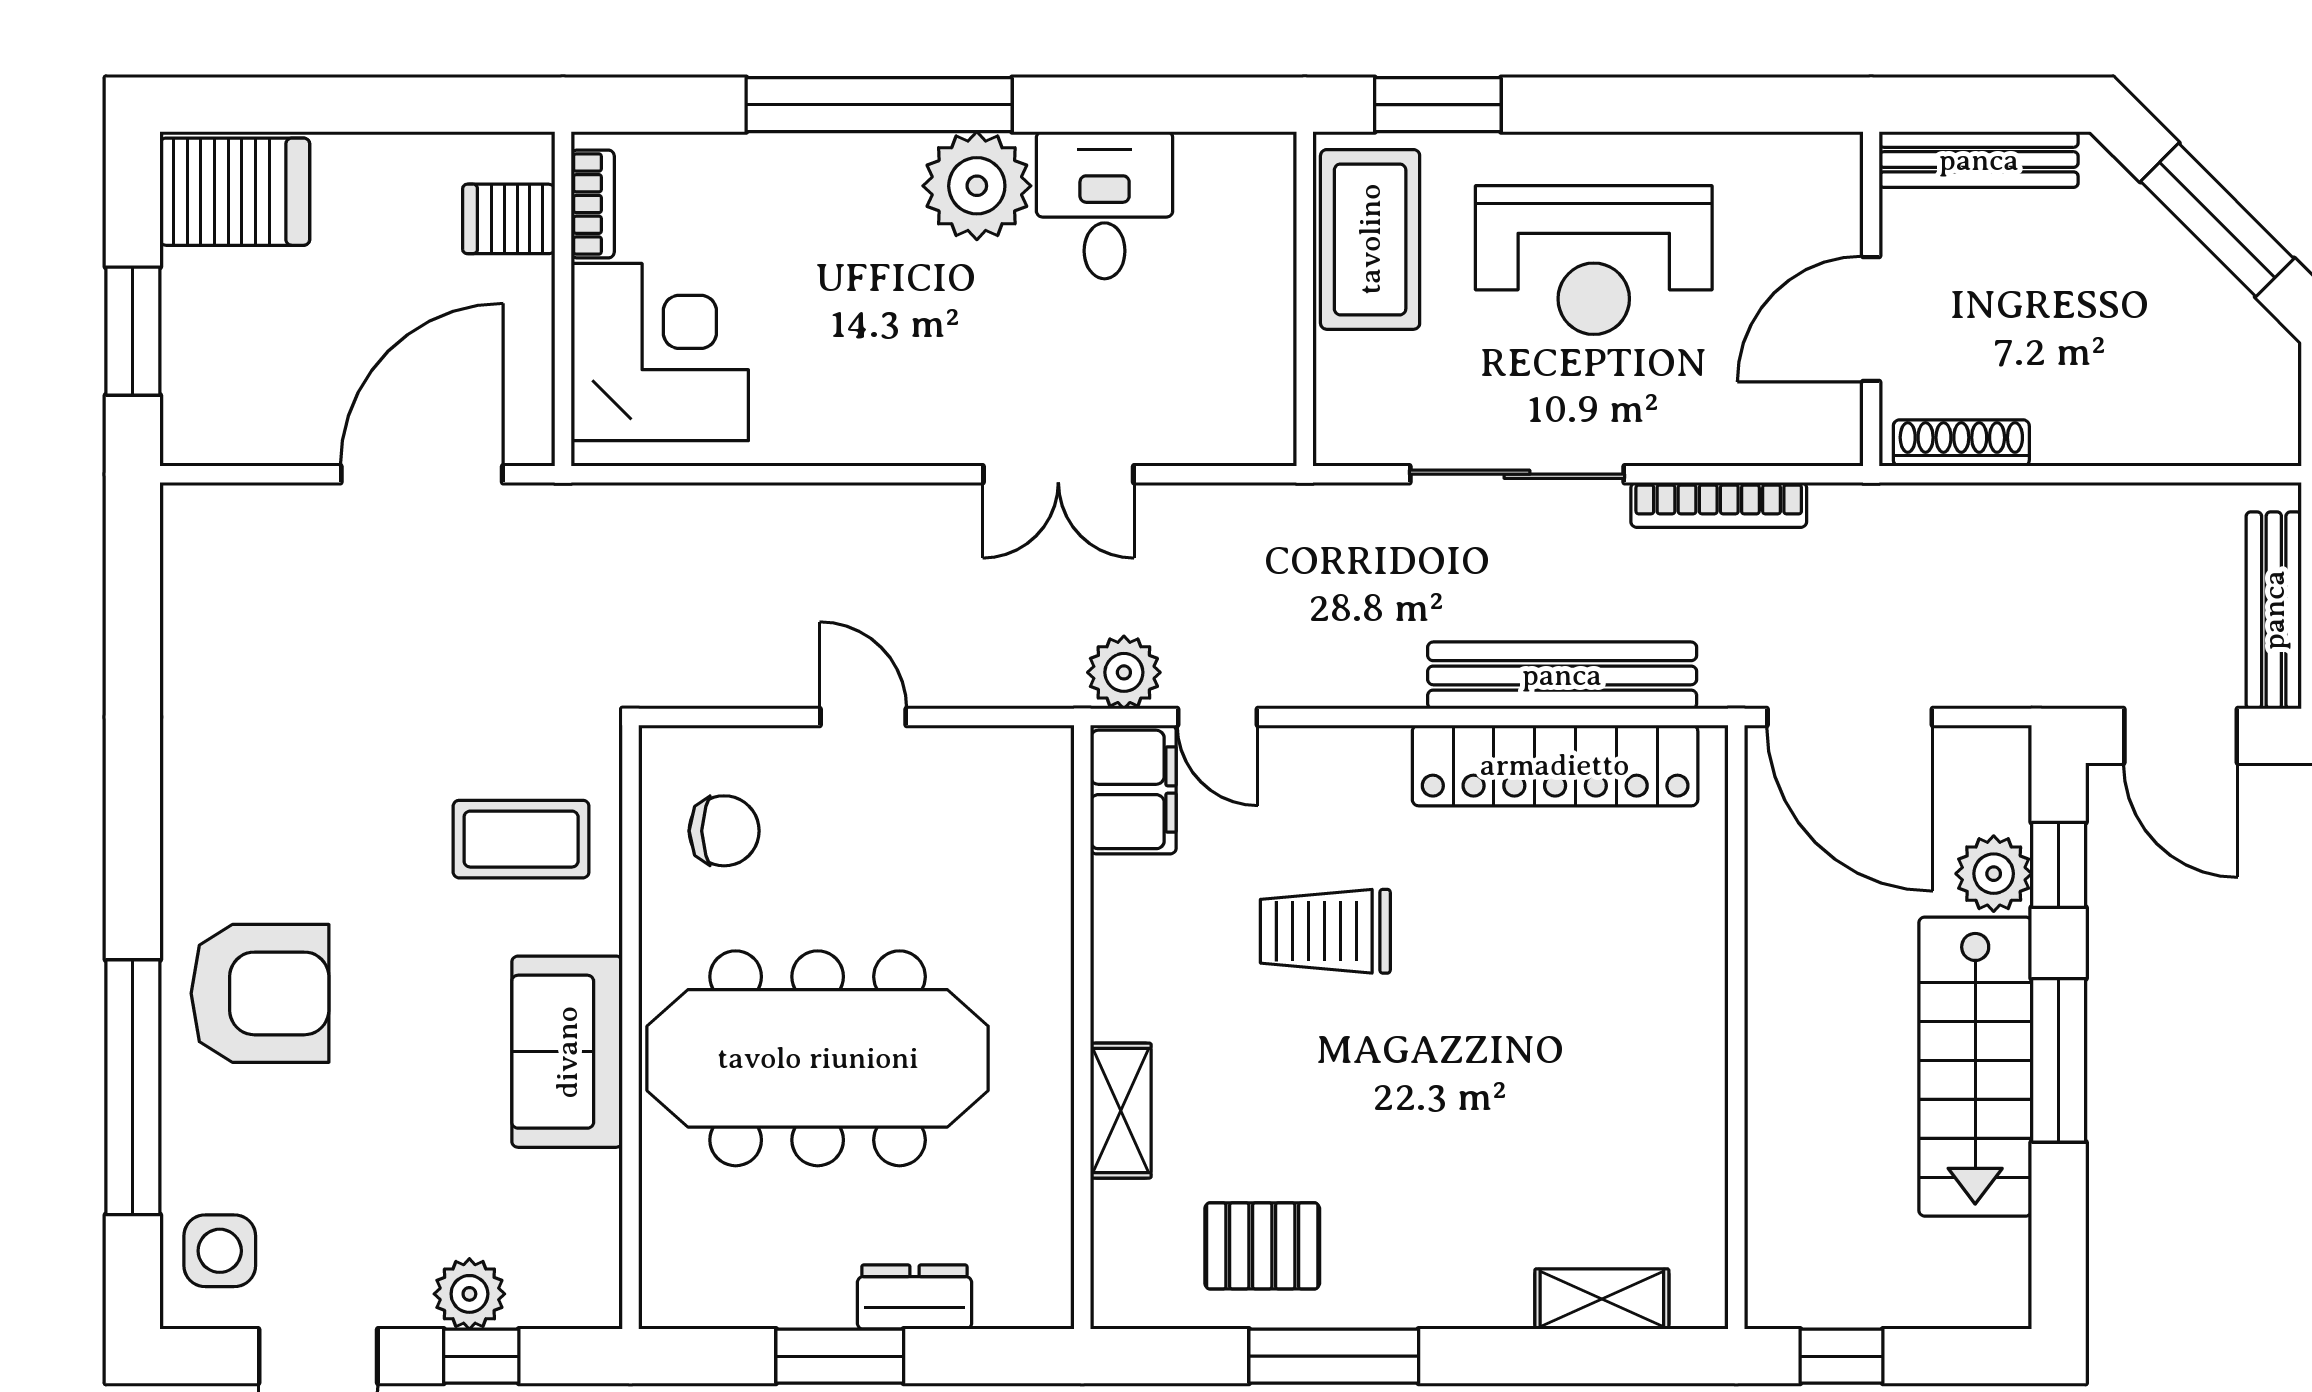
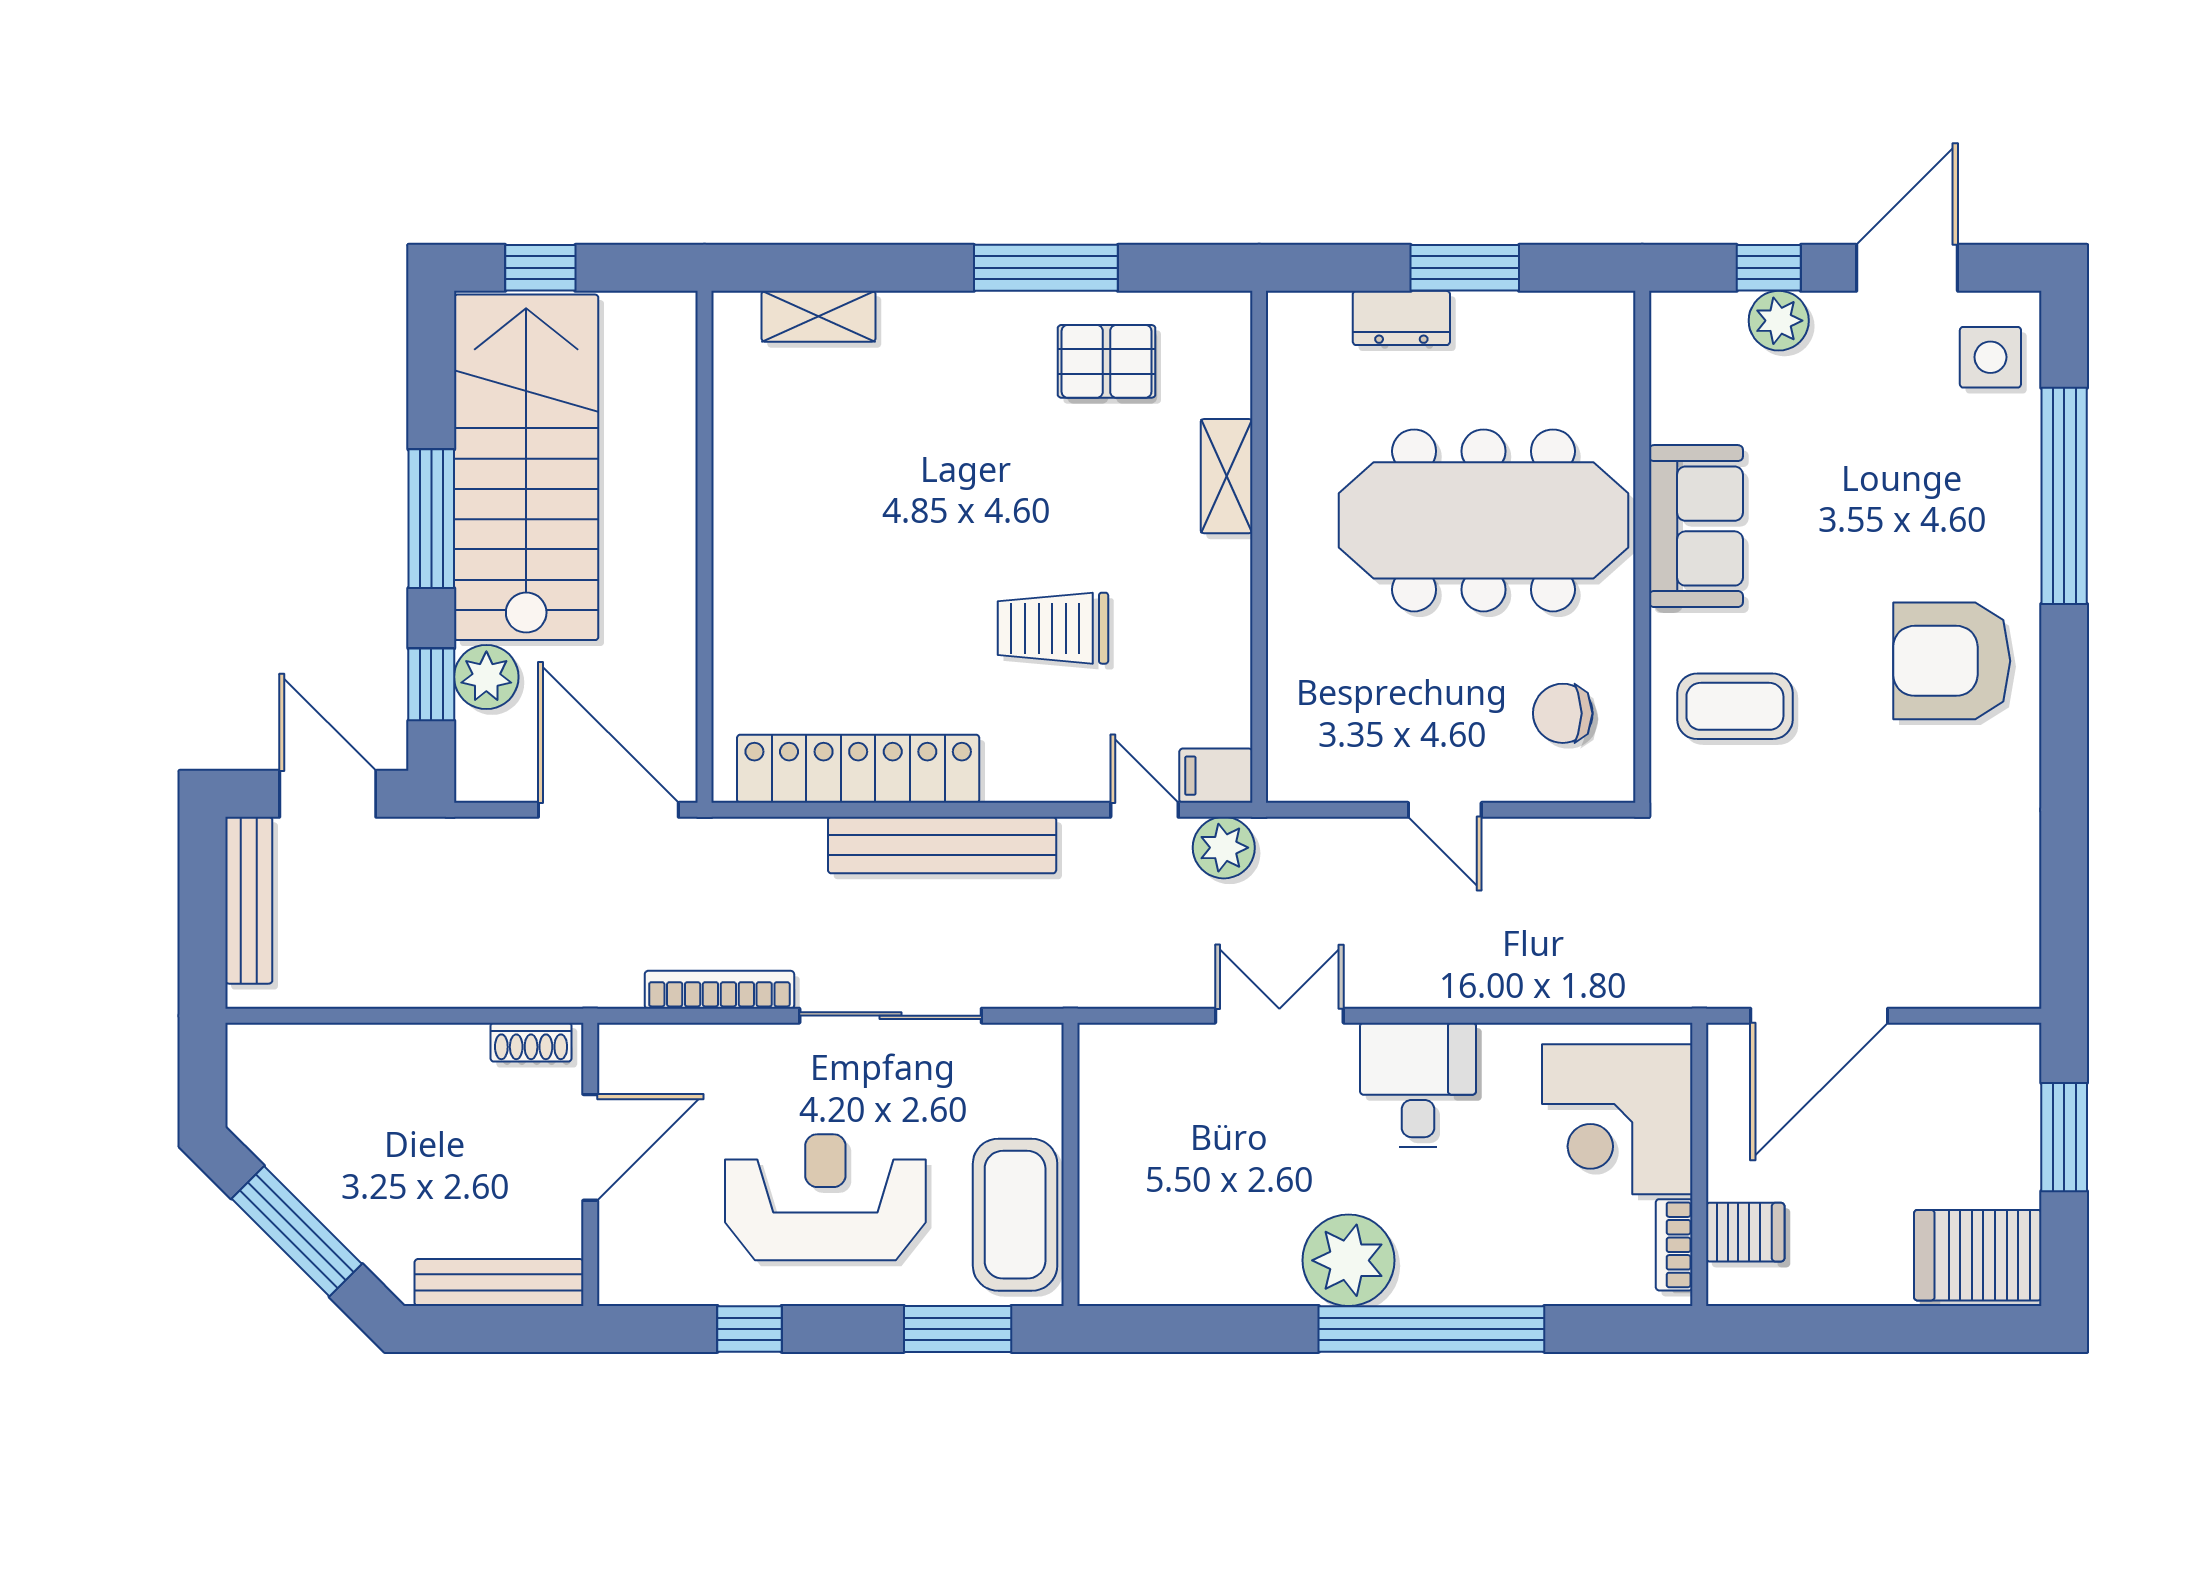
window: (1683, 105) -> (750, 1329), added
desk: (1105, 205) -> (1418, 1085), moved, turned 180
shoe rack: (1961, 443) -> (531, 1042), width x0.70
bench: (1562, 675) -> (942, 845), moved
filing cabinet: (1133, 789) -> (1216, 776), width x0.50
trolley: (1325, 931) -> (1053, 628), turned 180
armchair: (260, 993) -> (1952, 661), moved
stairs: (1975, 1067) -> (526, 467), width x1.36, depth x1.51
window: (1841, 1356) -> (540, 268), moved

